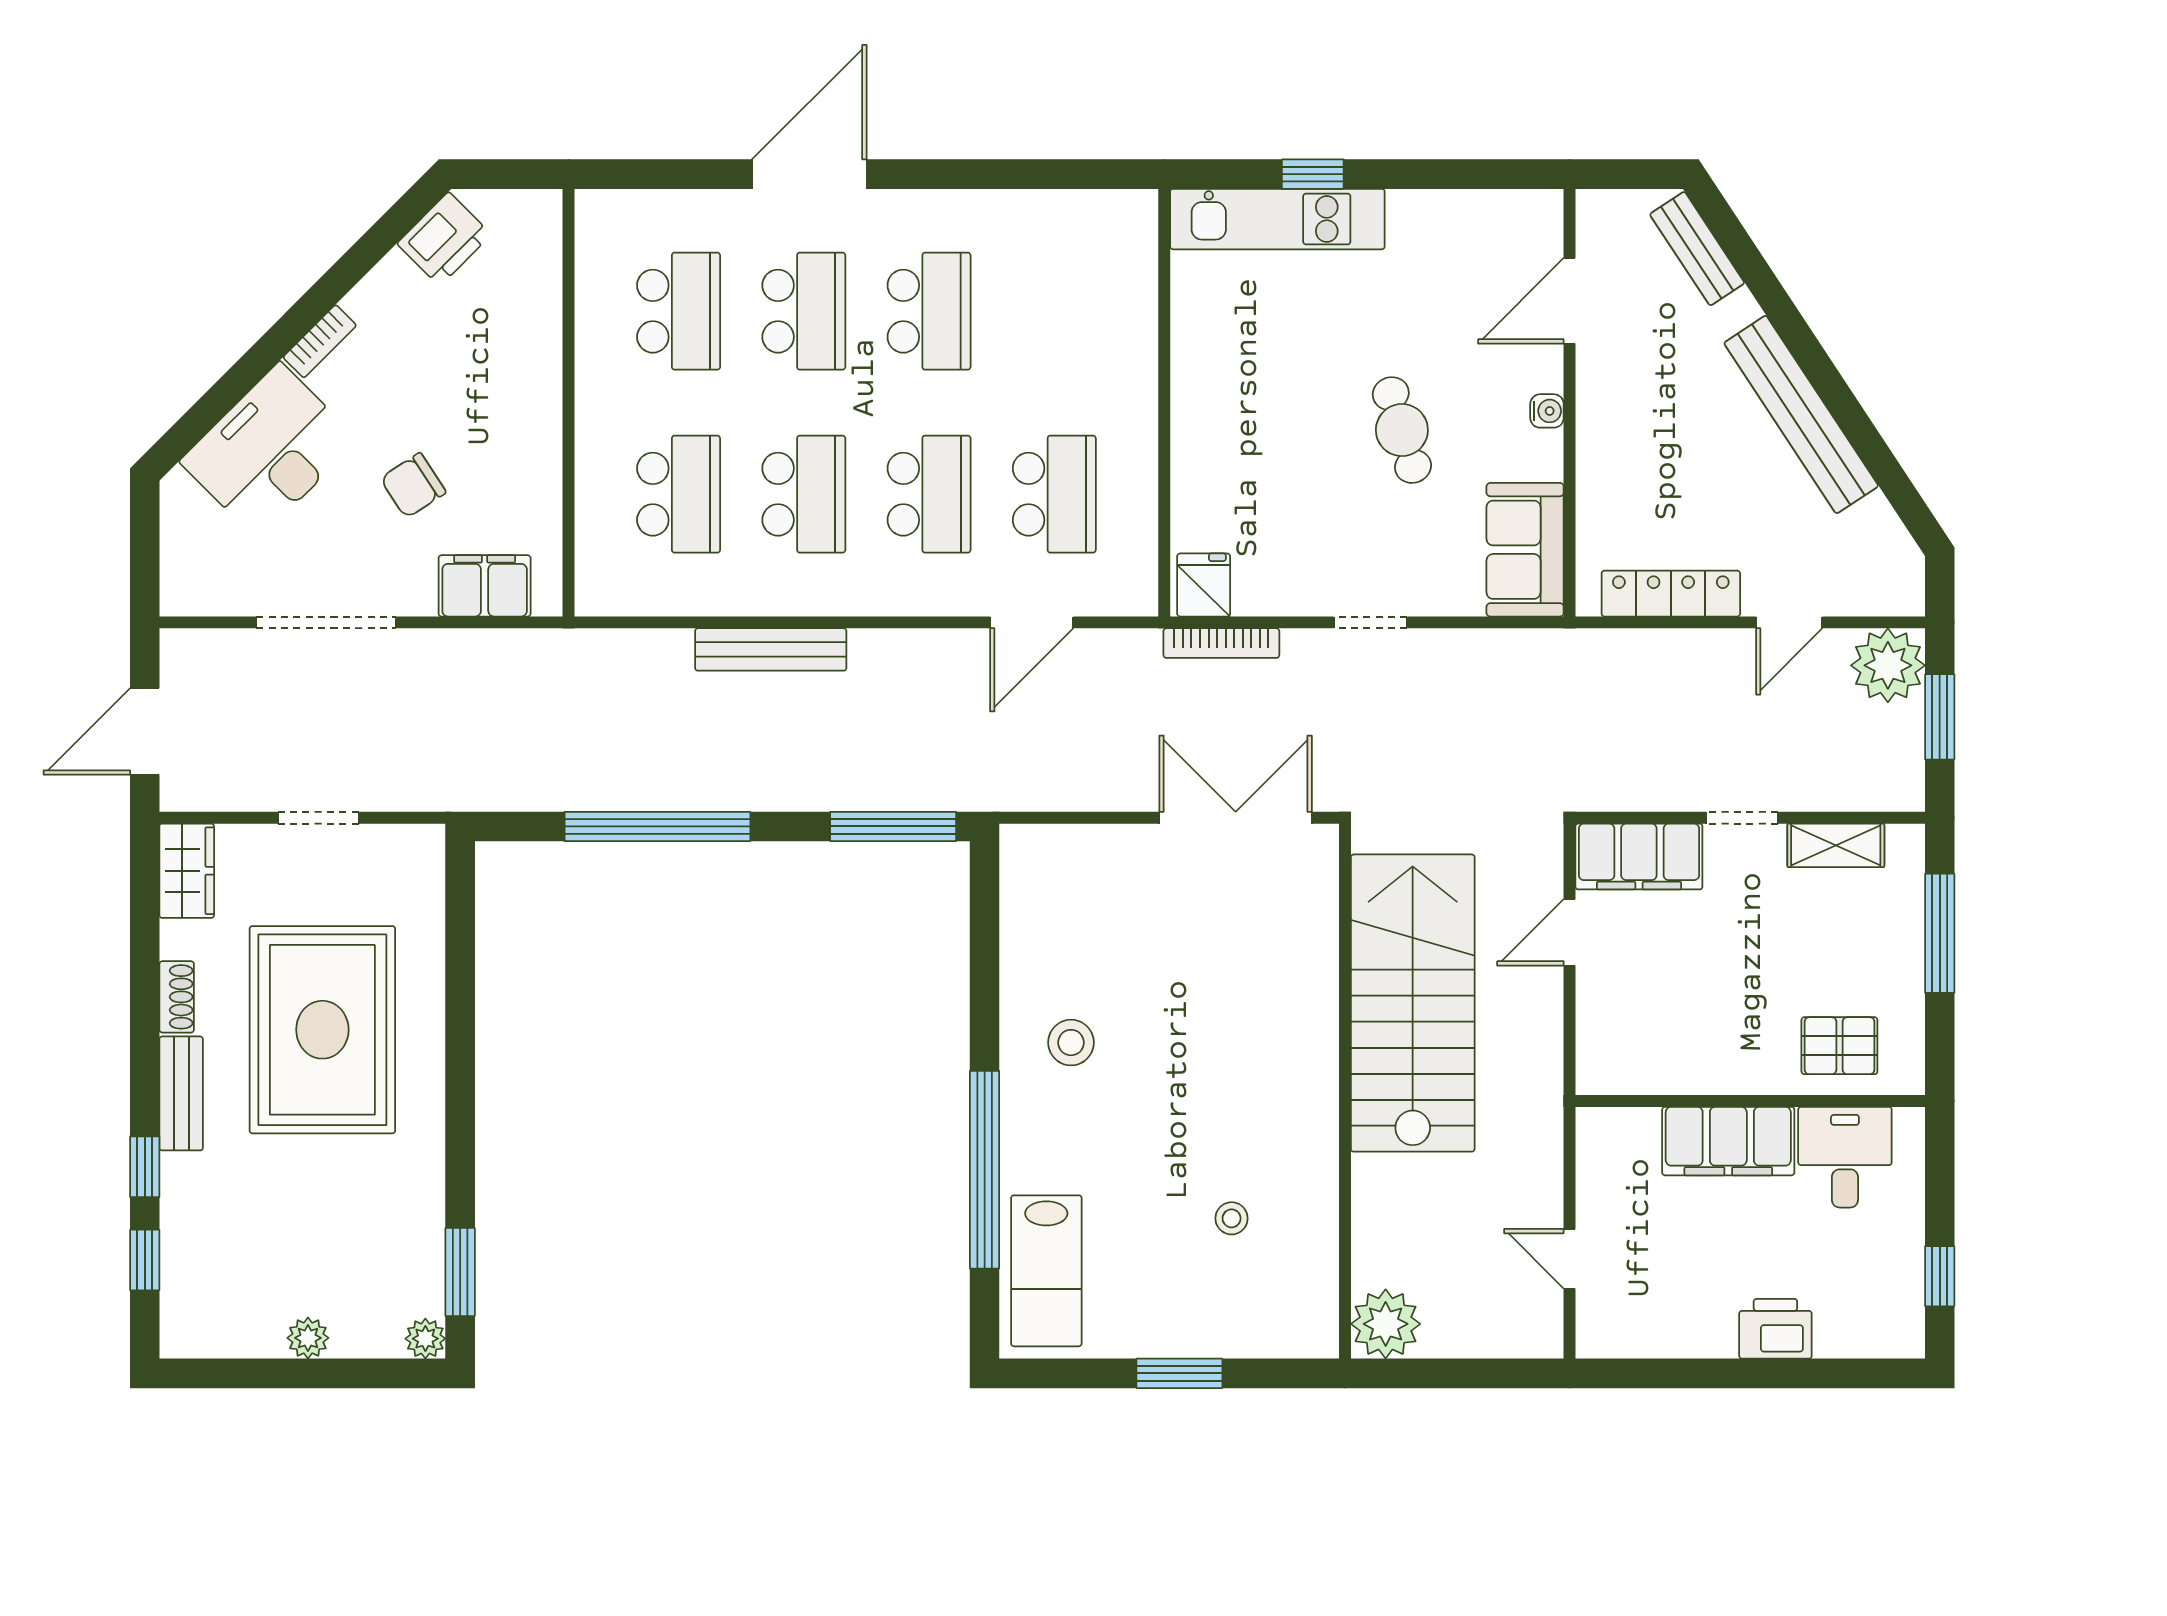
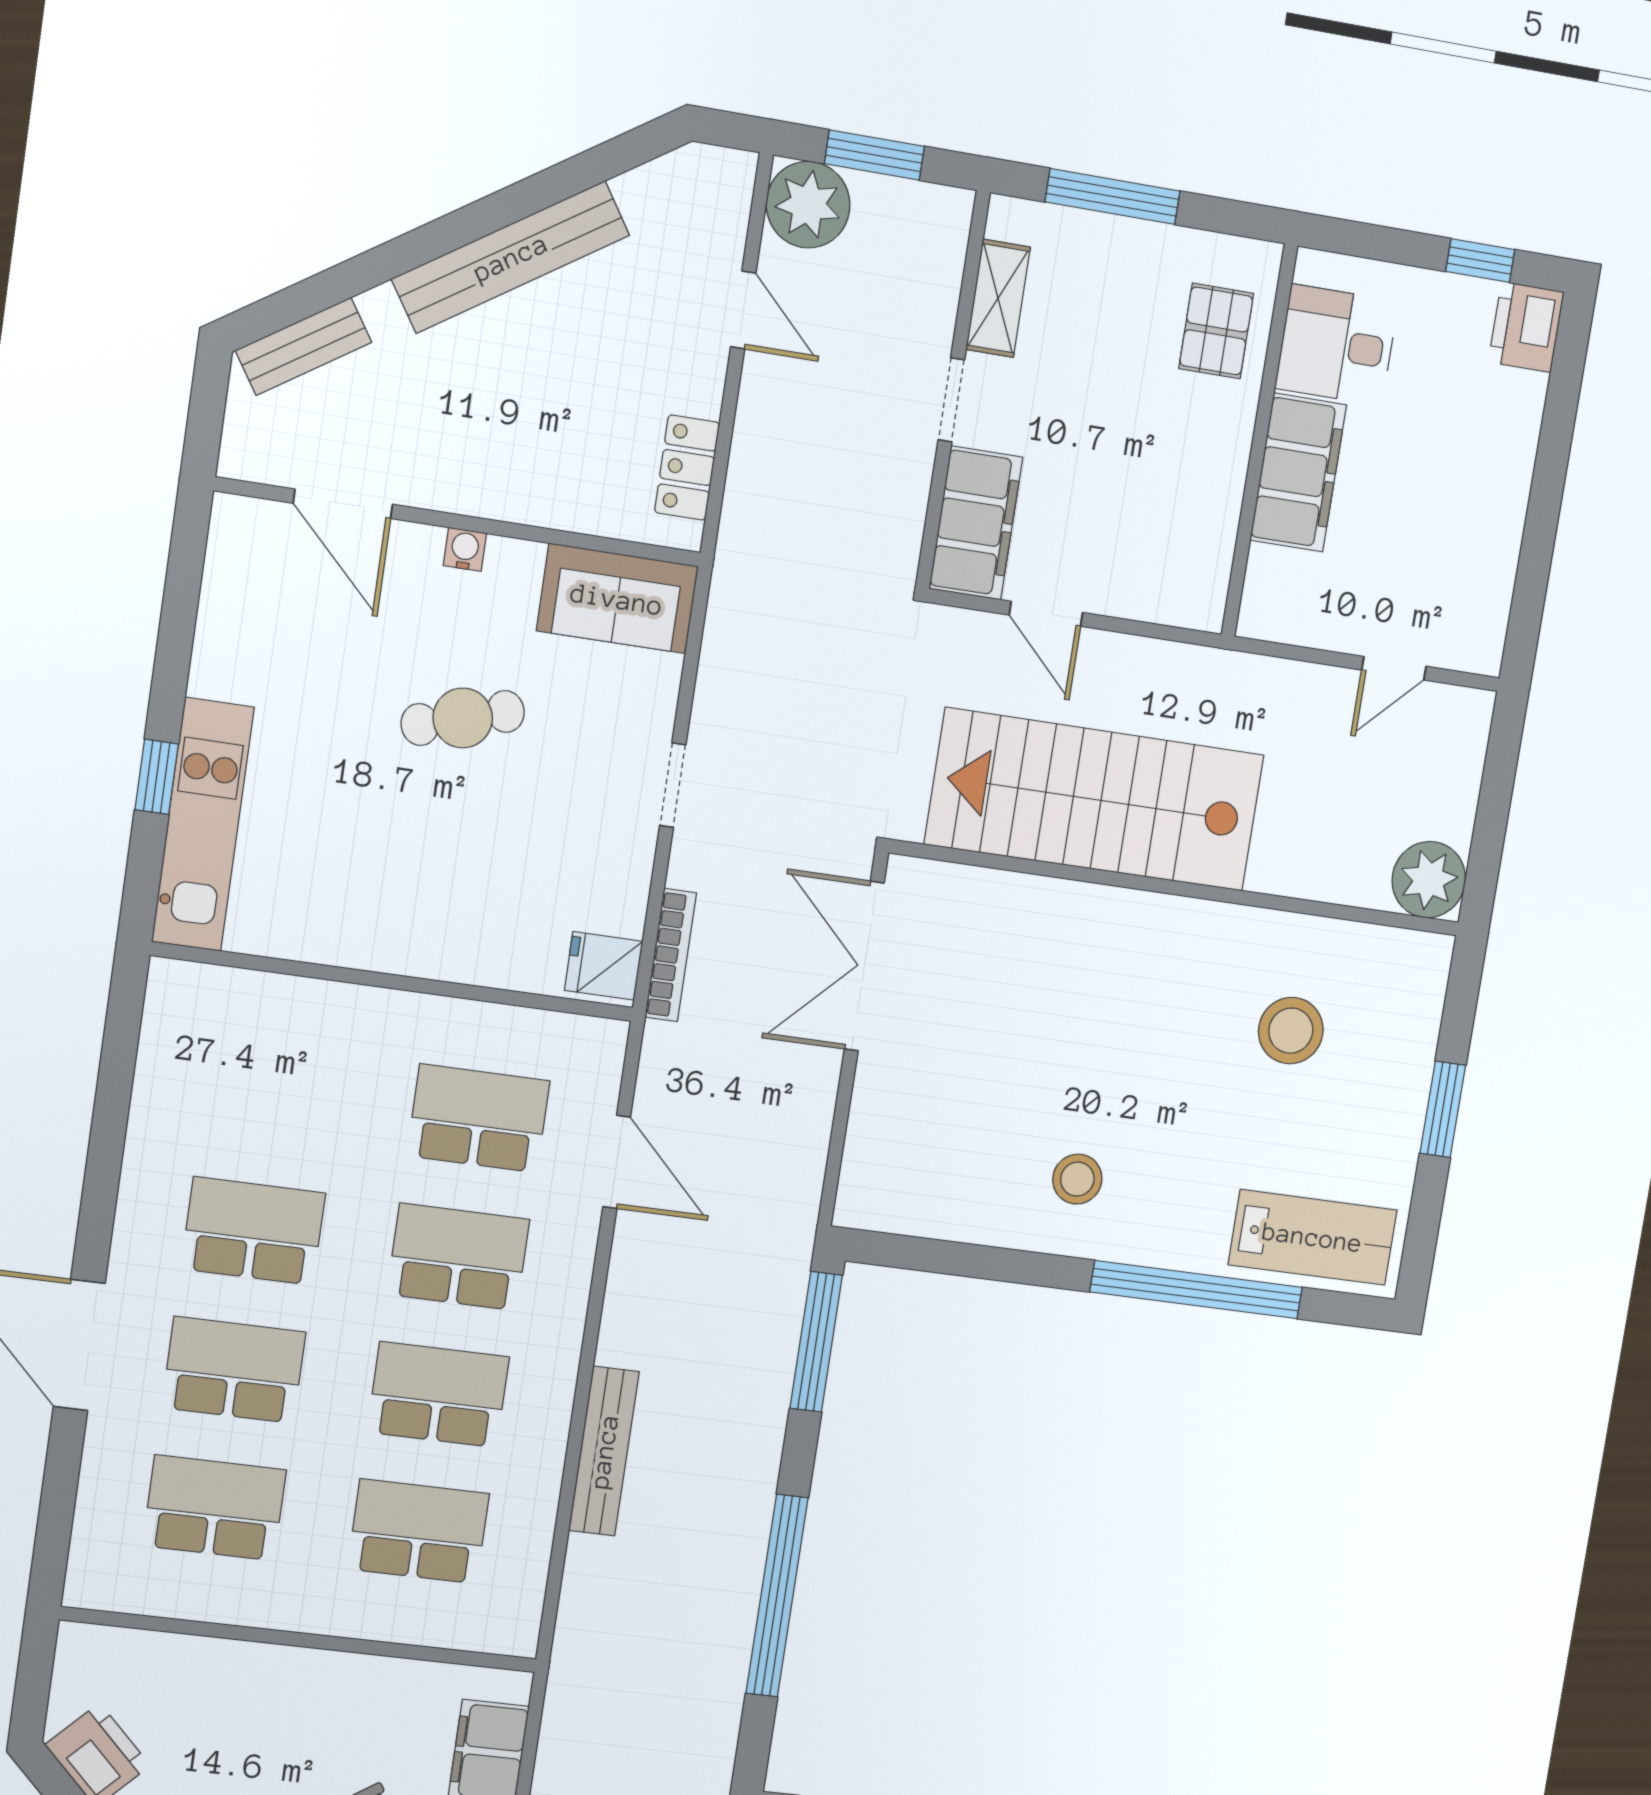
locker: (1671, 594) -> (687, 468), width x0.66
stool: (1232, 1218) -> (1291, 1031), width x1.89, depth x1.89
printer: (1775, 1329) -> (1526, 327), moved

